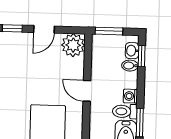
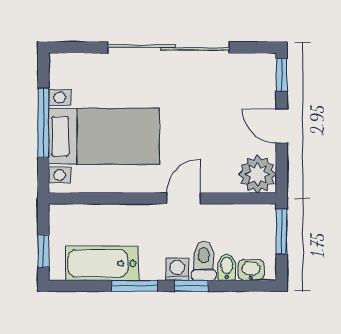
window: (142, 56) -> (192, 286), moved
toilet: (125, 111) -> (204, 261), moved

